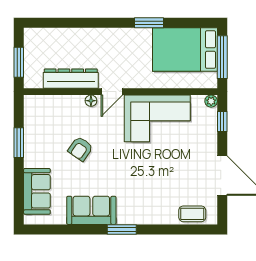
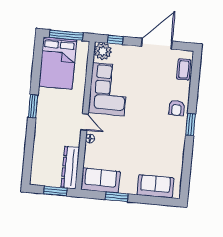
window: (149, 23) -> (33, 106), moved
dresser: (71, 79) -> (70, 167), moved
plant: (211, 101) -> (103, 51), width x1.88, depth x1.88
armchair: (80, 149) -> (177, 108), moved, turned 55
sofa: (91, 210) -> (100, 180), moved, turned 90

